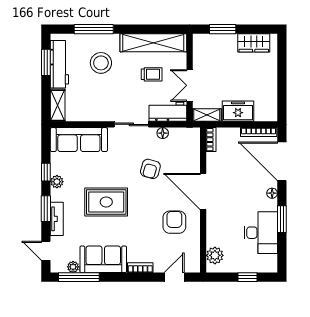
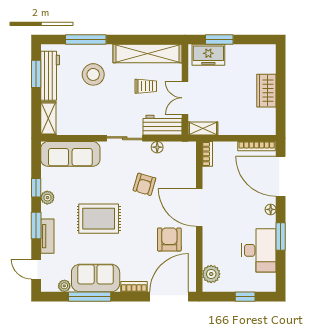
wardrobe: (254, 43) -> (266, 91), moved, turned 90
freezer: (238, 111) -> (208, 55), moved, turned 180
window: (79, 277) -> (90, 297), moved
door: (174, 277) -> (169, 297), width x1.88

